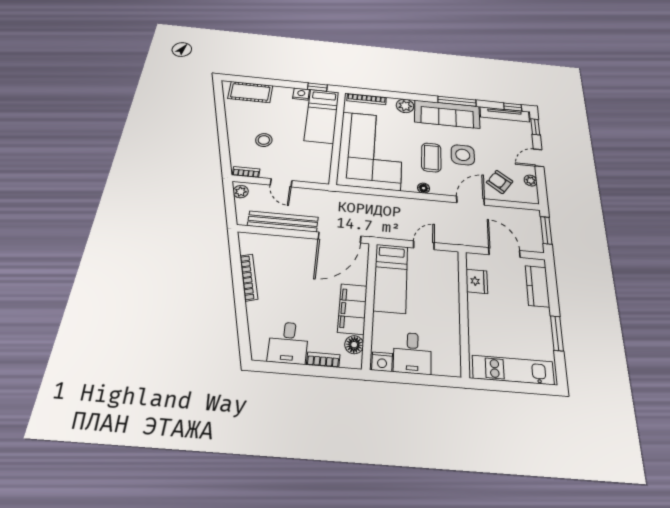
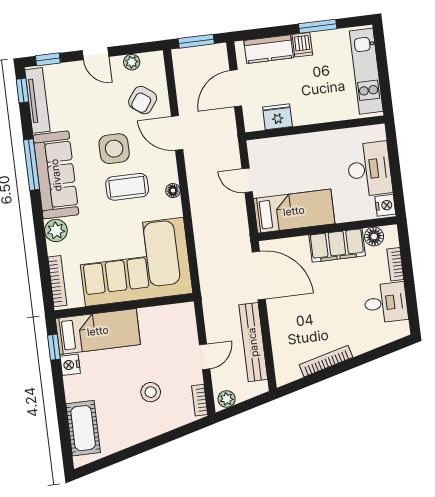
dishwasher: (540, 316) -> (302, 45), added
desk: (412, 353) -> (369, 169), width x1.37

